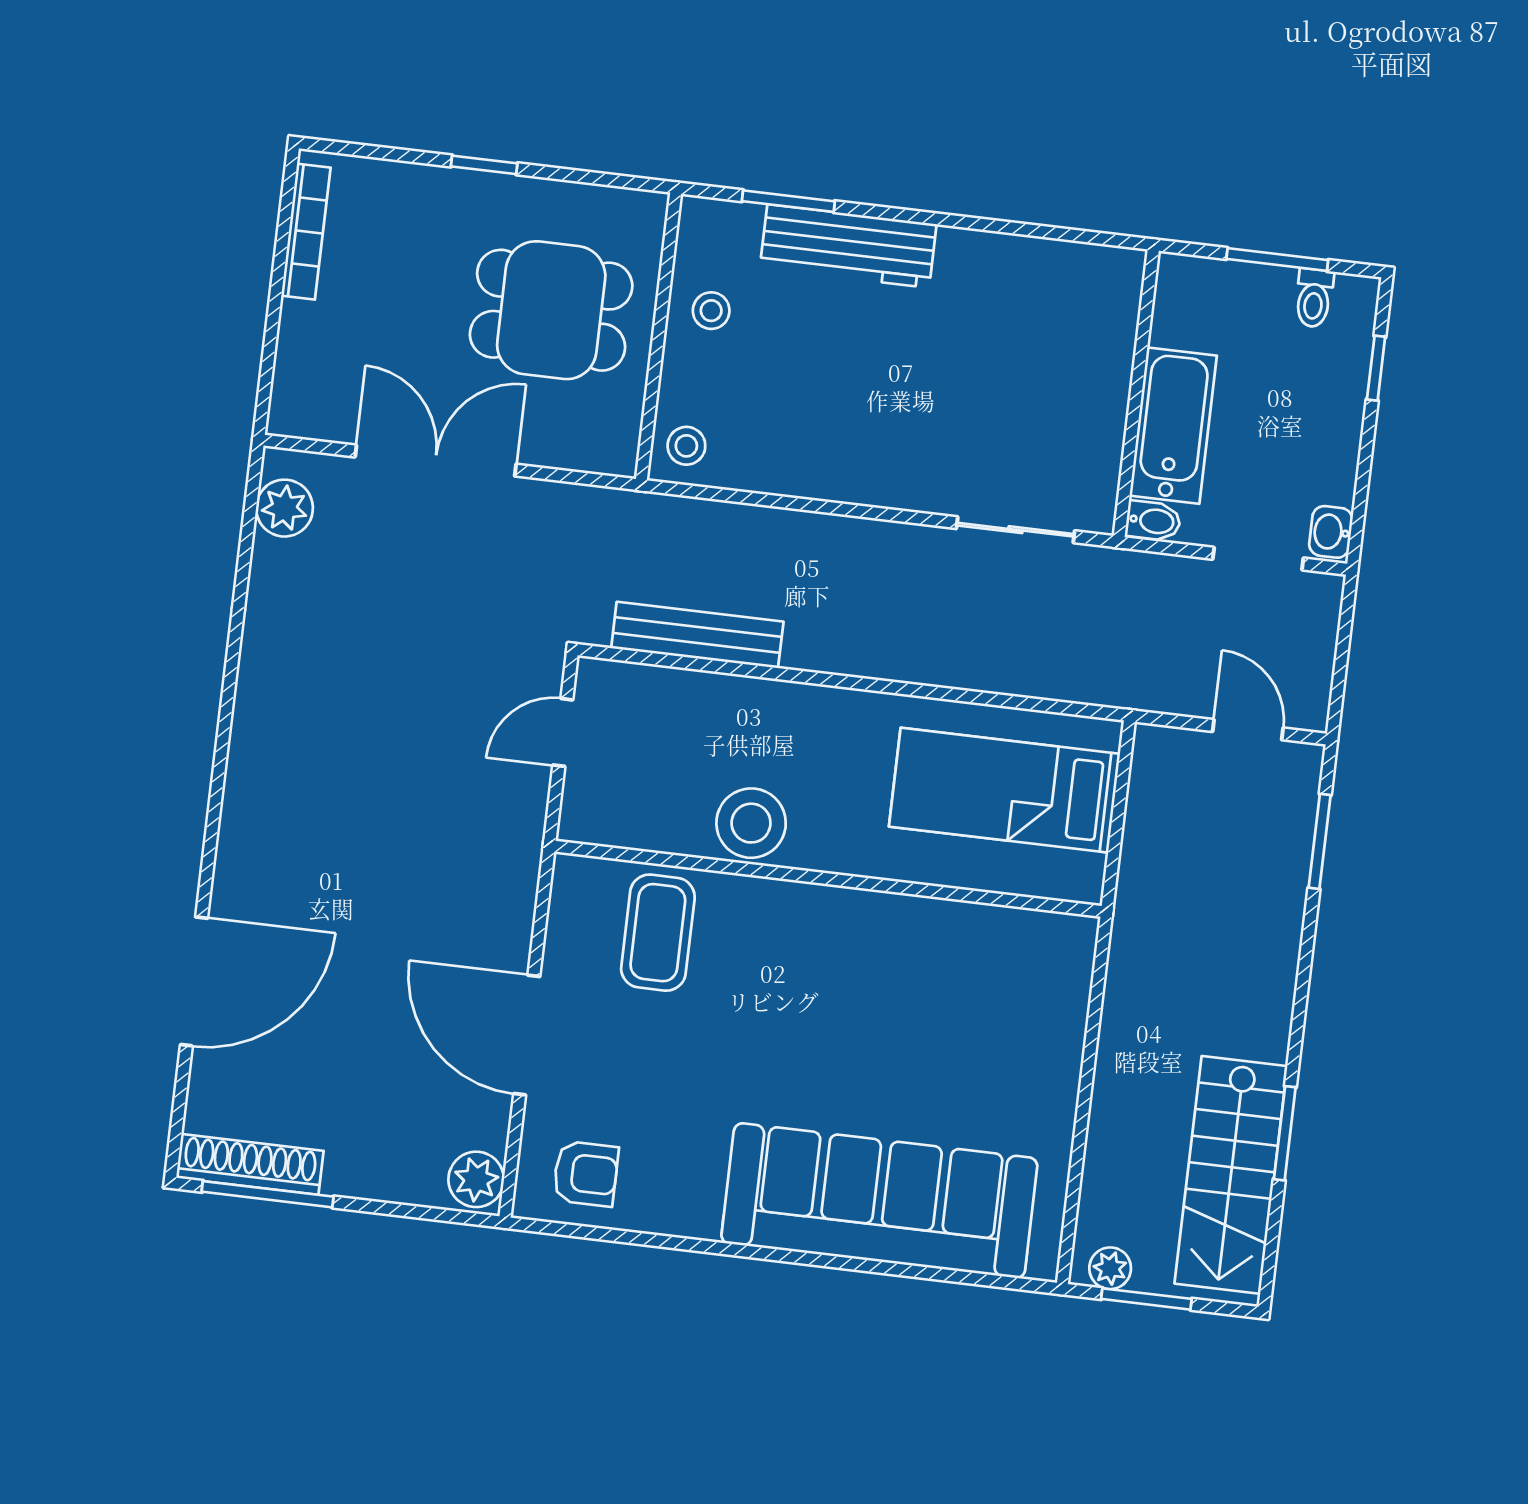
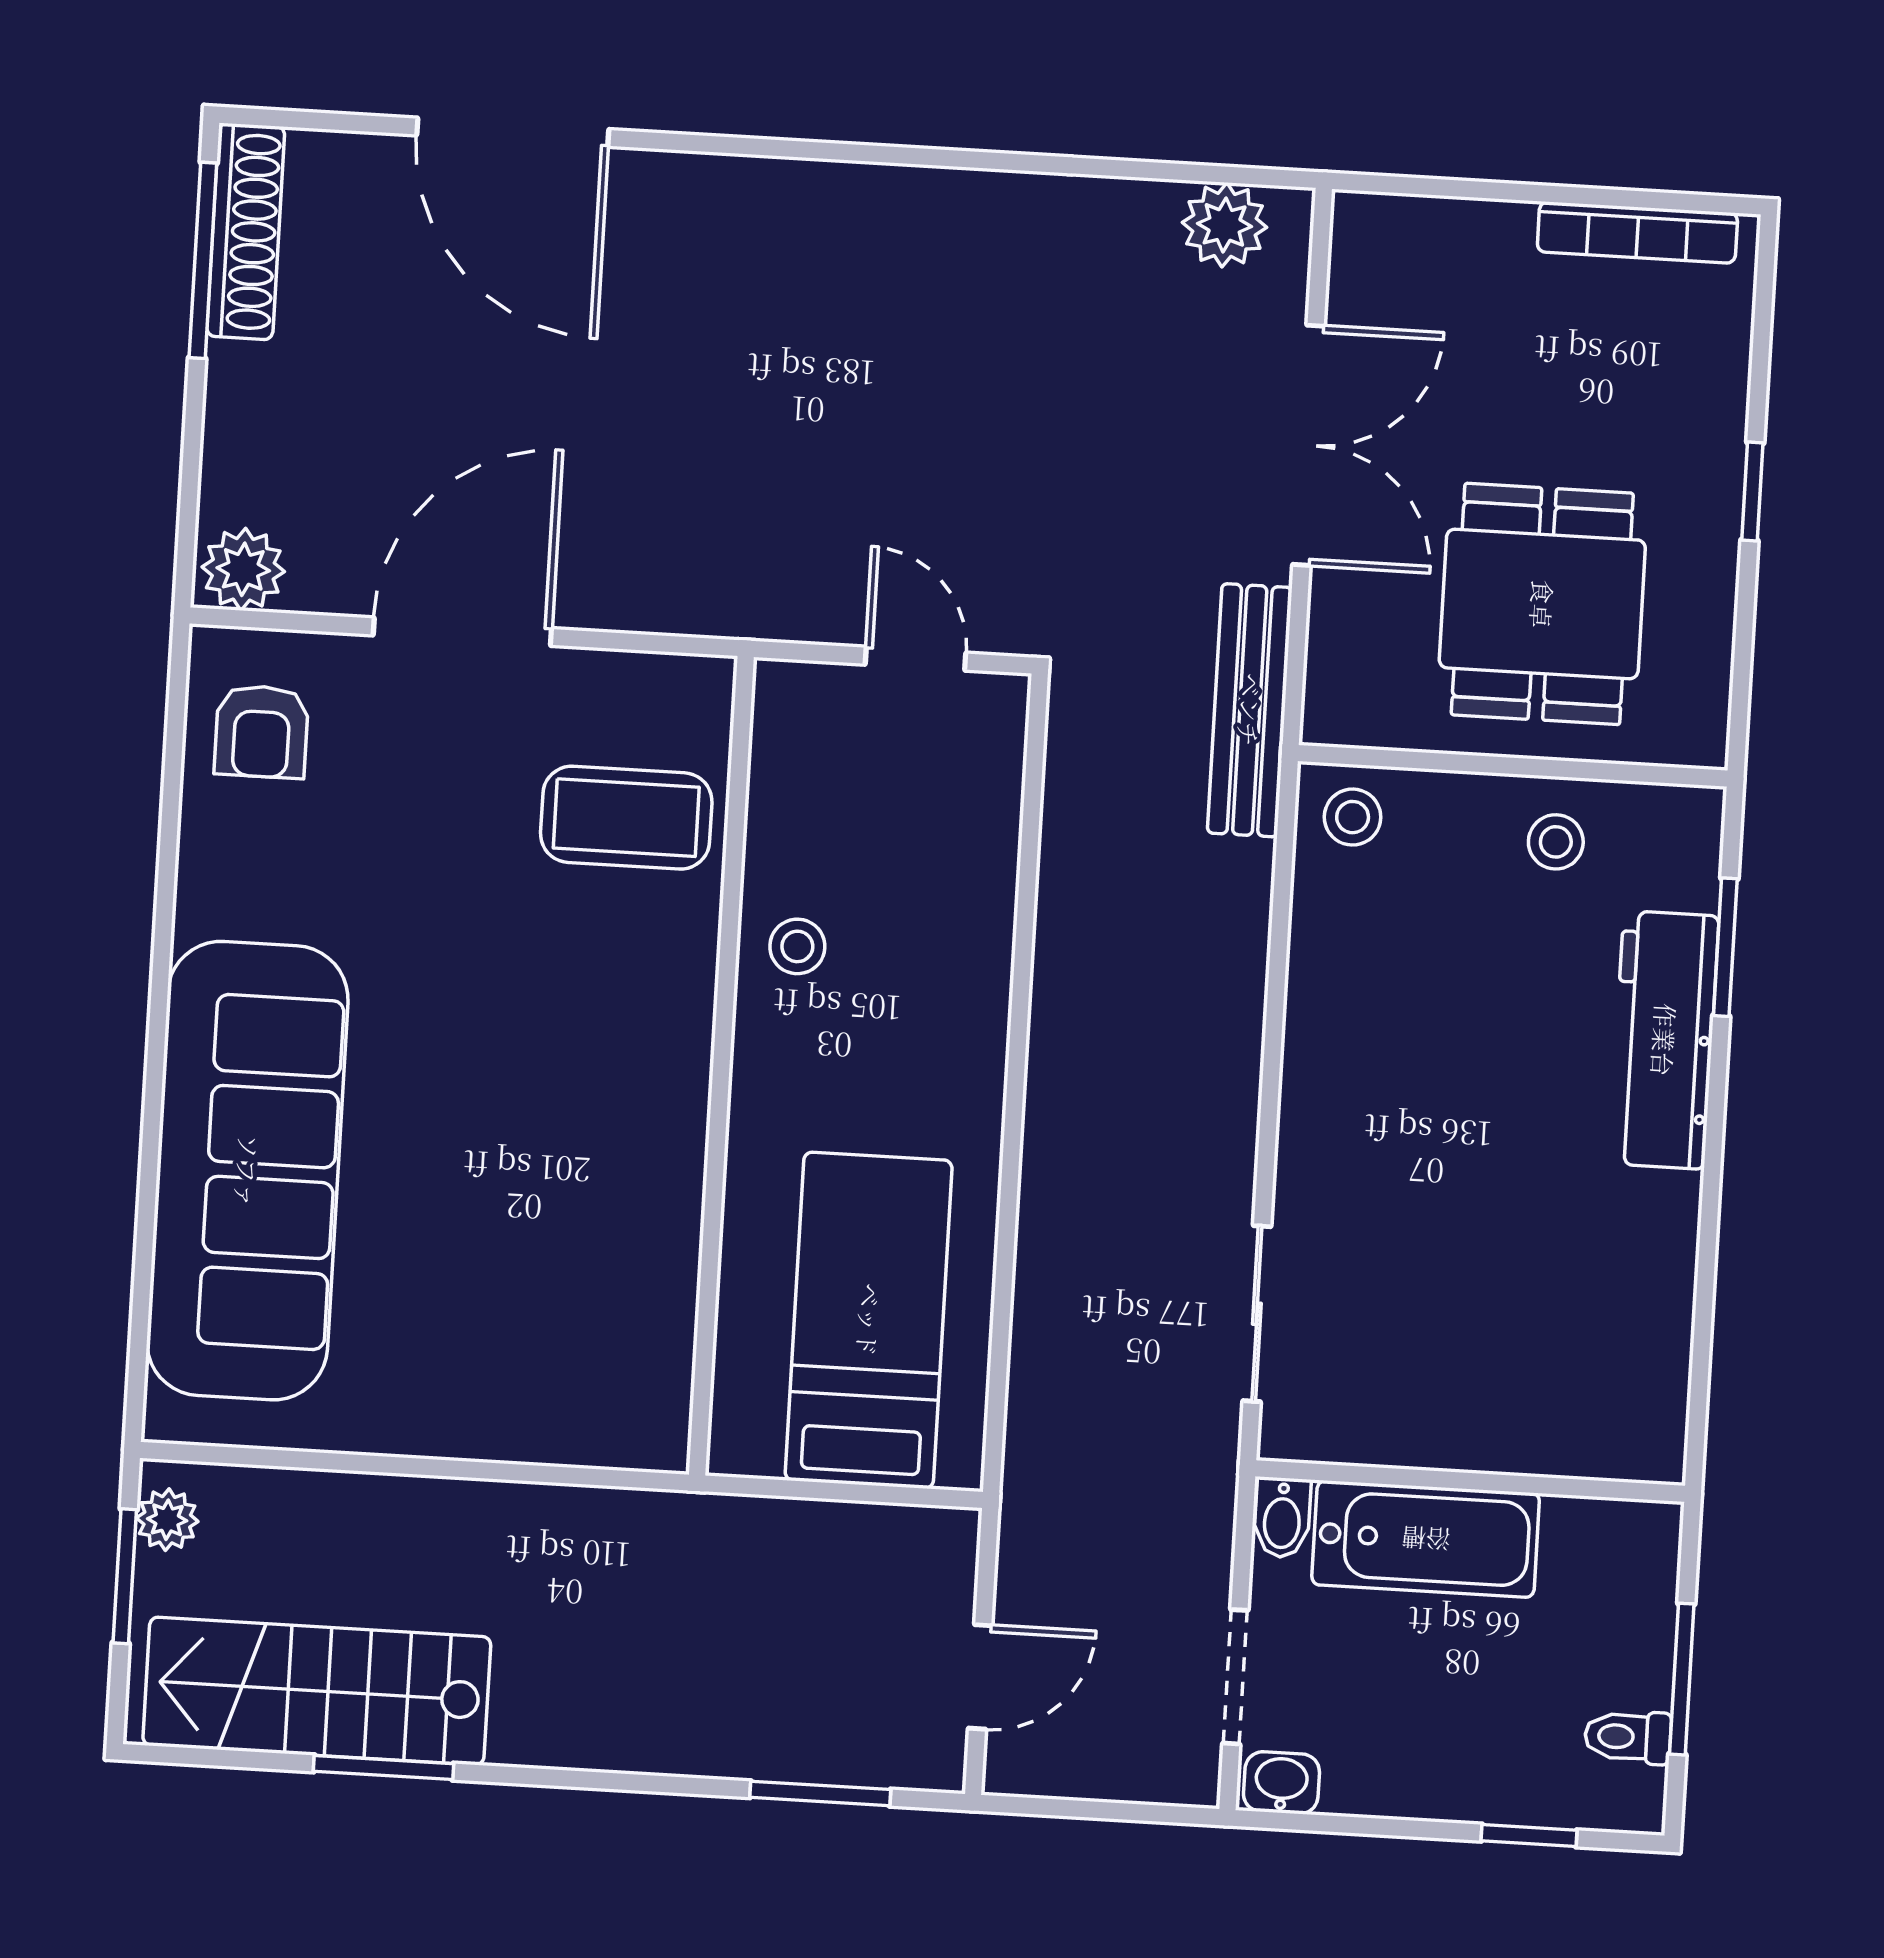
bench: (697, 635) -> (1250, 710), moved
stool: (751, 823) -> (797, 946), width x0.53, depth x0.53

